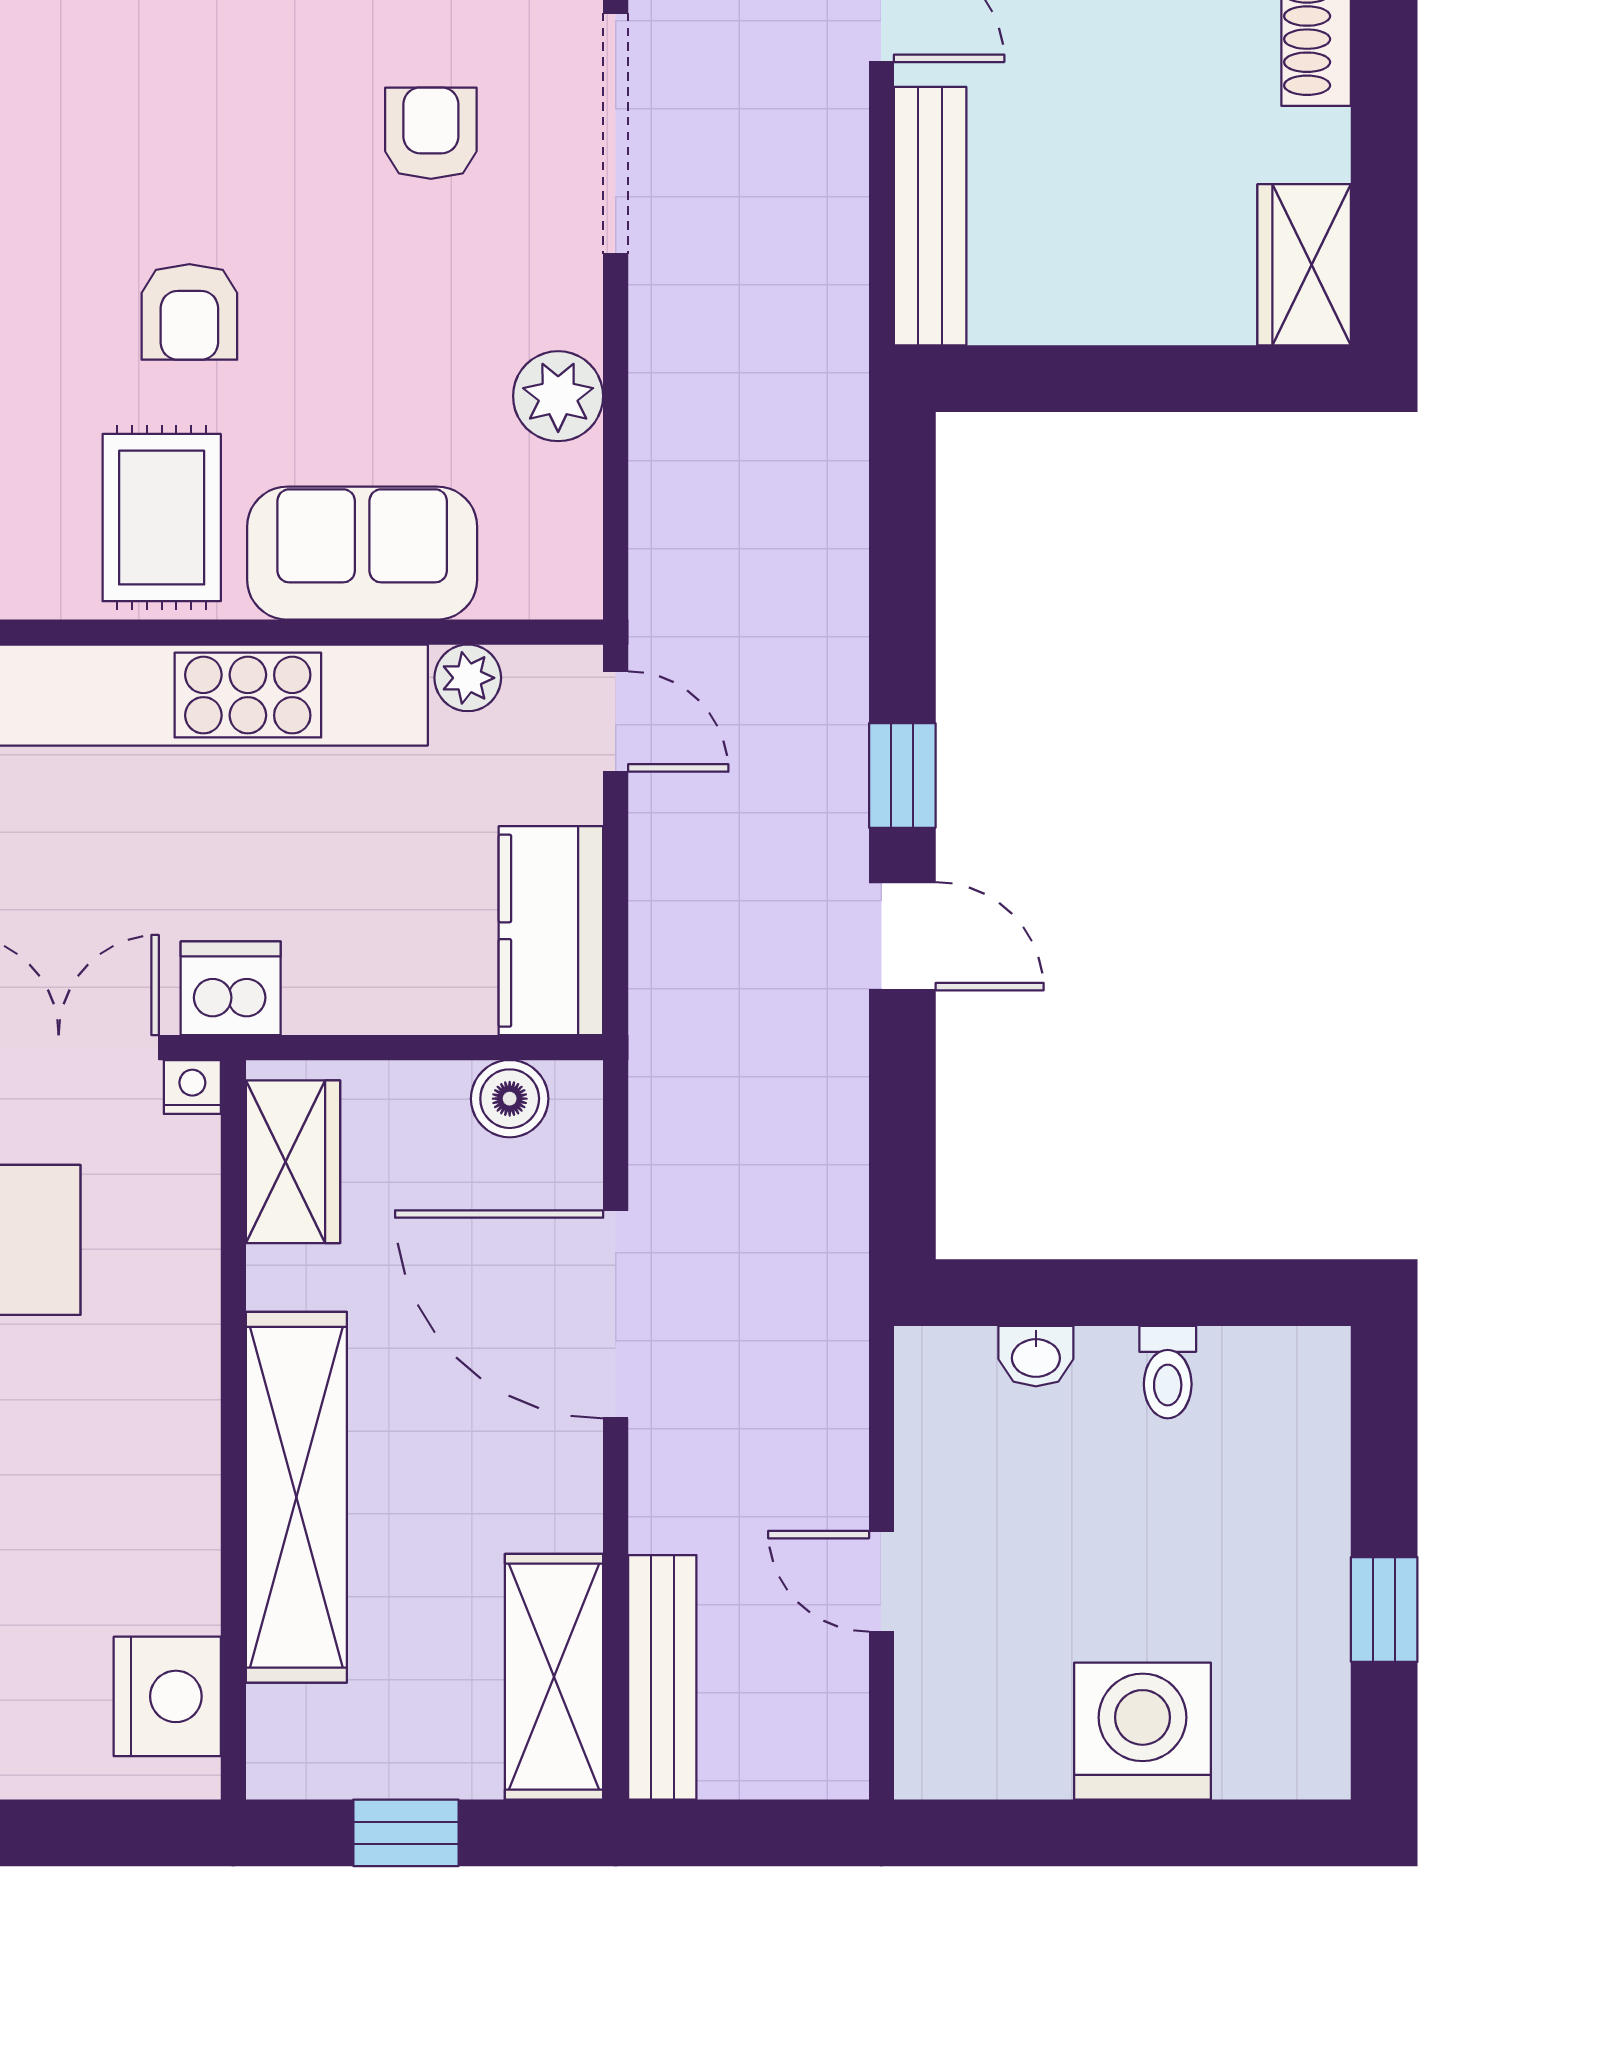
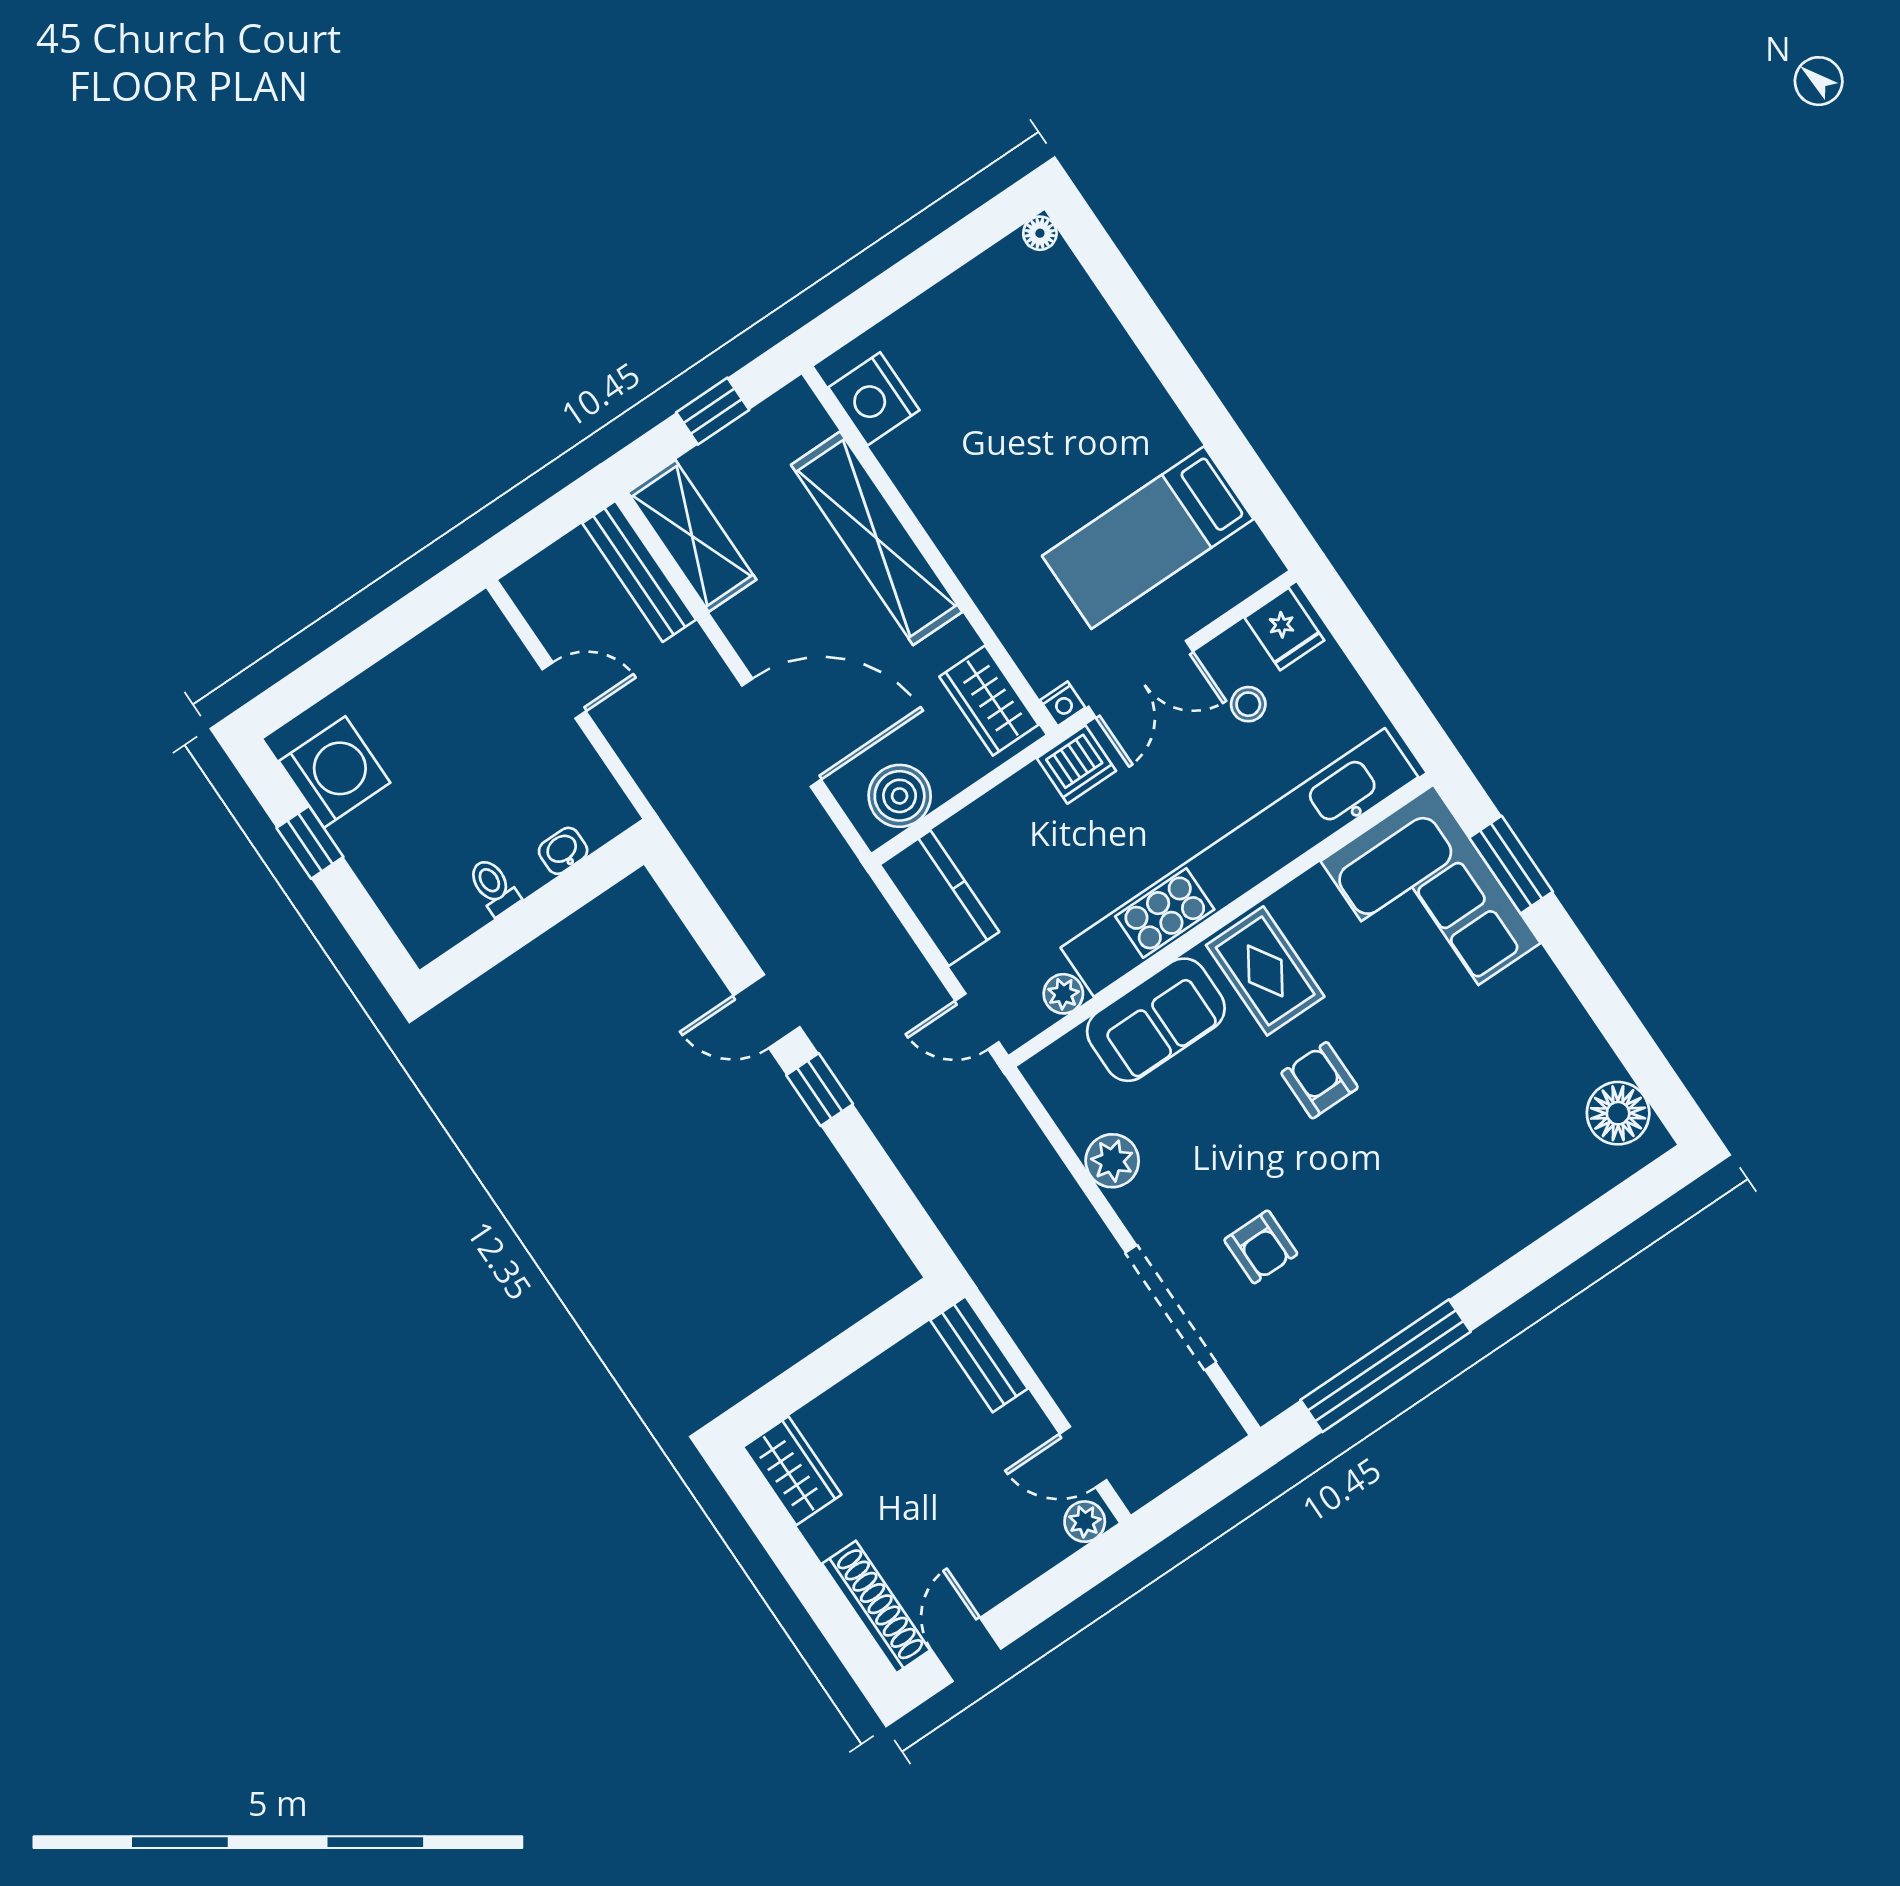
bench: (930, 216) -> (979, 1354), width x0.73
boiler: (510, 1099) -> (900, 796), width x1.36, depth x1.36
washing machine: (1143, 1731) -> (335, 772), moved, turned -90

